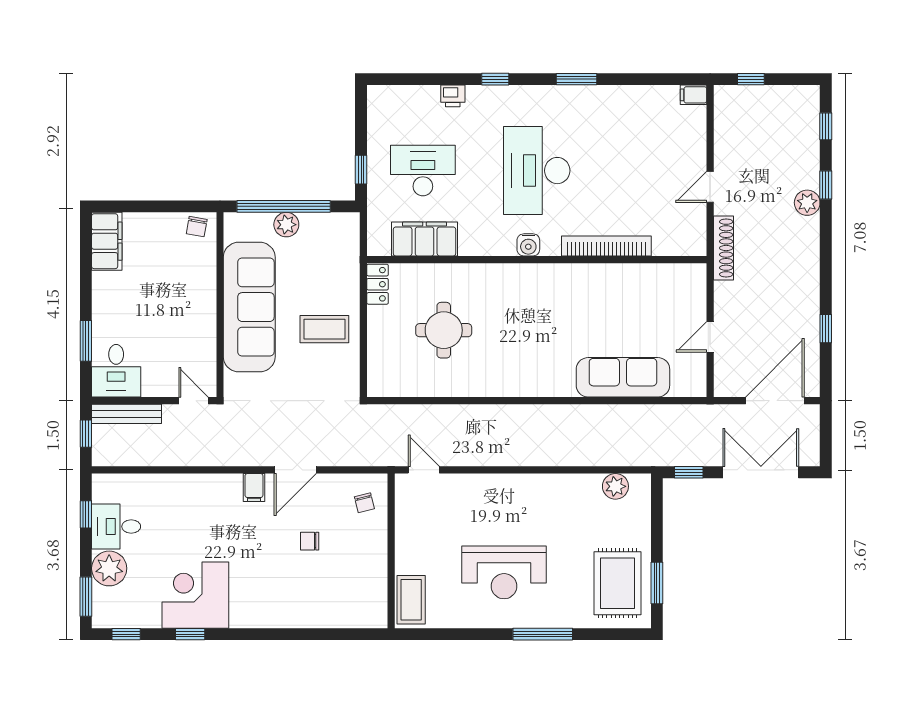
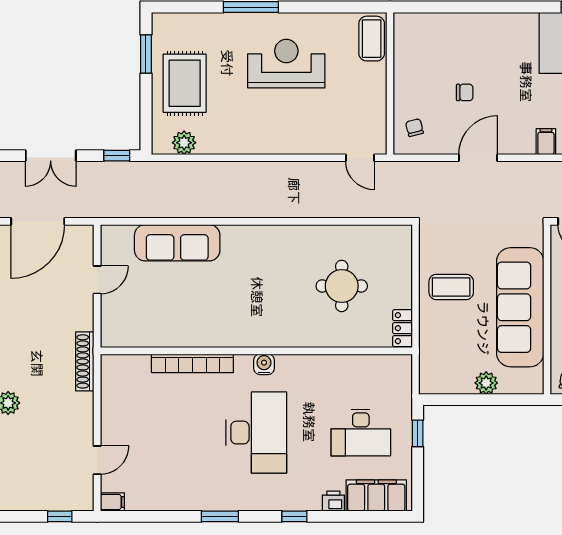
door: (710, 187) -> (97, 460), moved
window: (284, 206) -> (489, 400), removed
filing cabinet: (424, 239) -> (376, 495), moved, turned 180
double door: (761, 472) -> (51, 156), width x0.73
filing cabinet: (254, 488) -> (546, 142), moved
rug: (617, 583) -> (185, 83), moved

